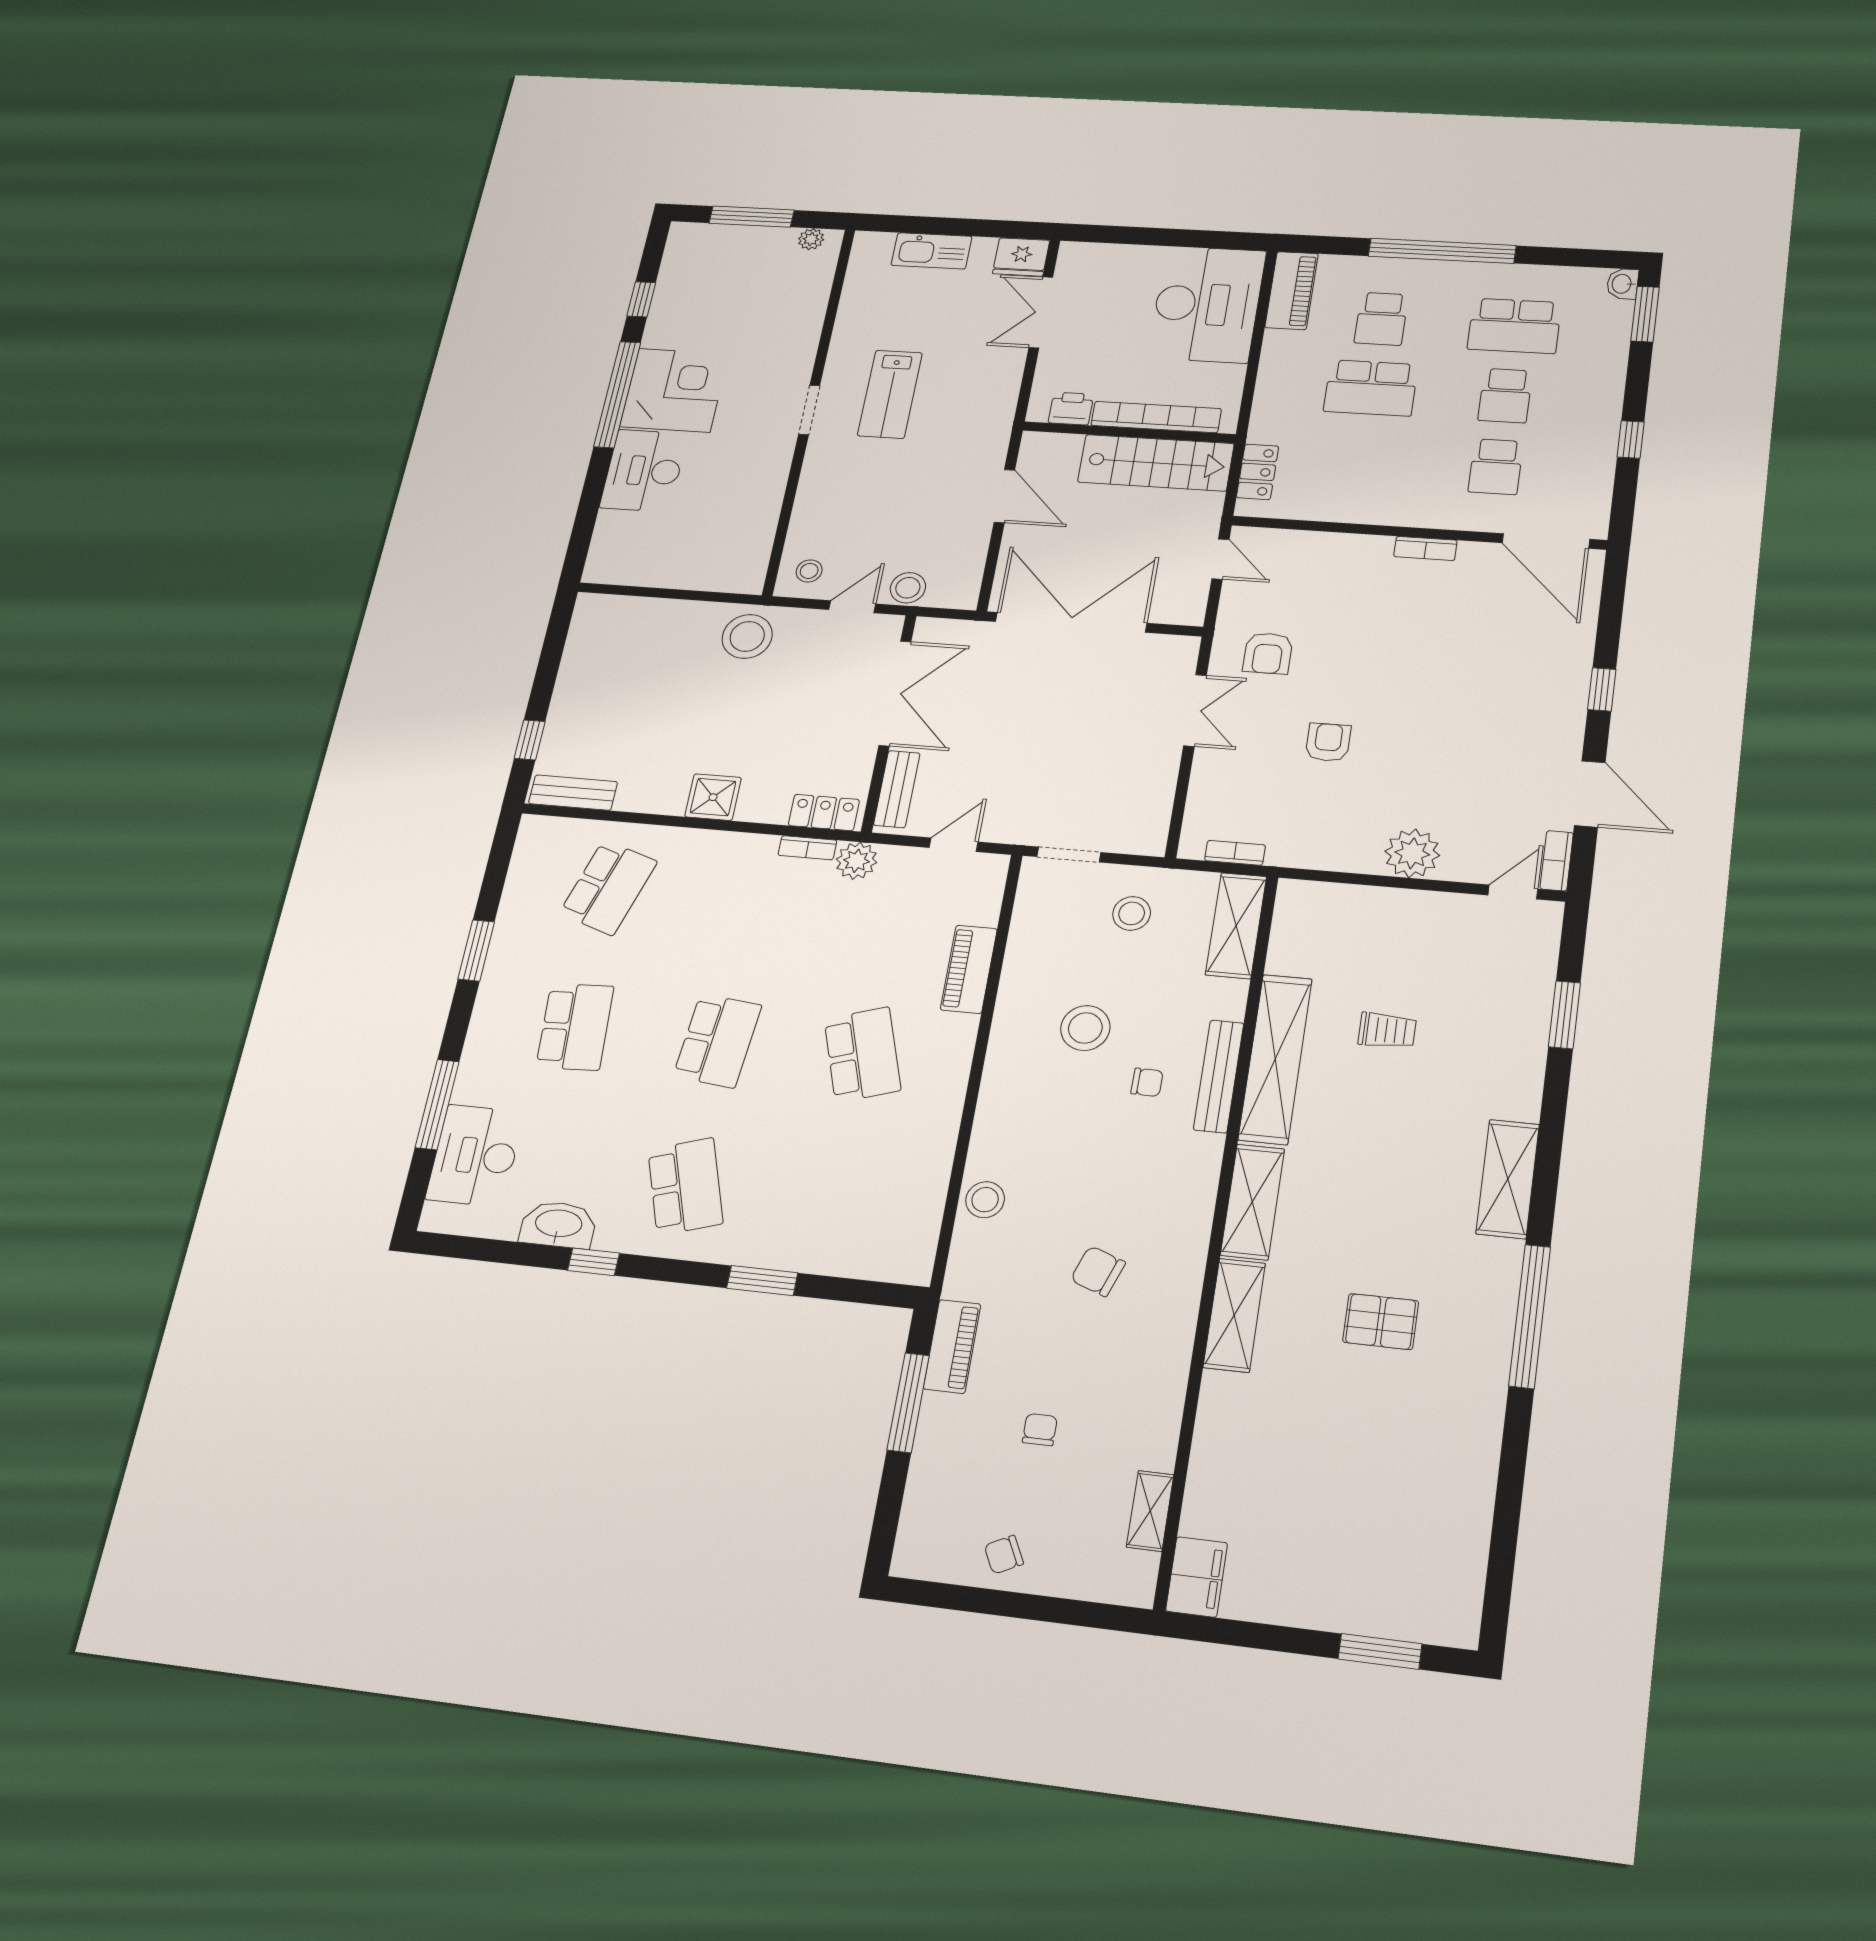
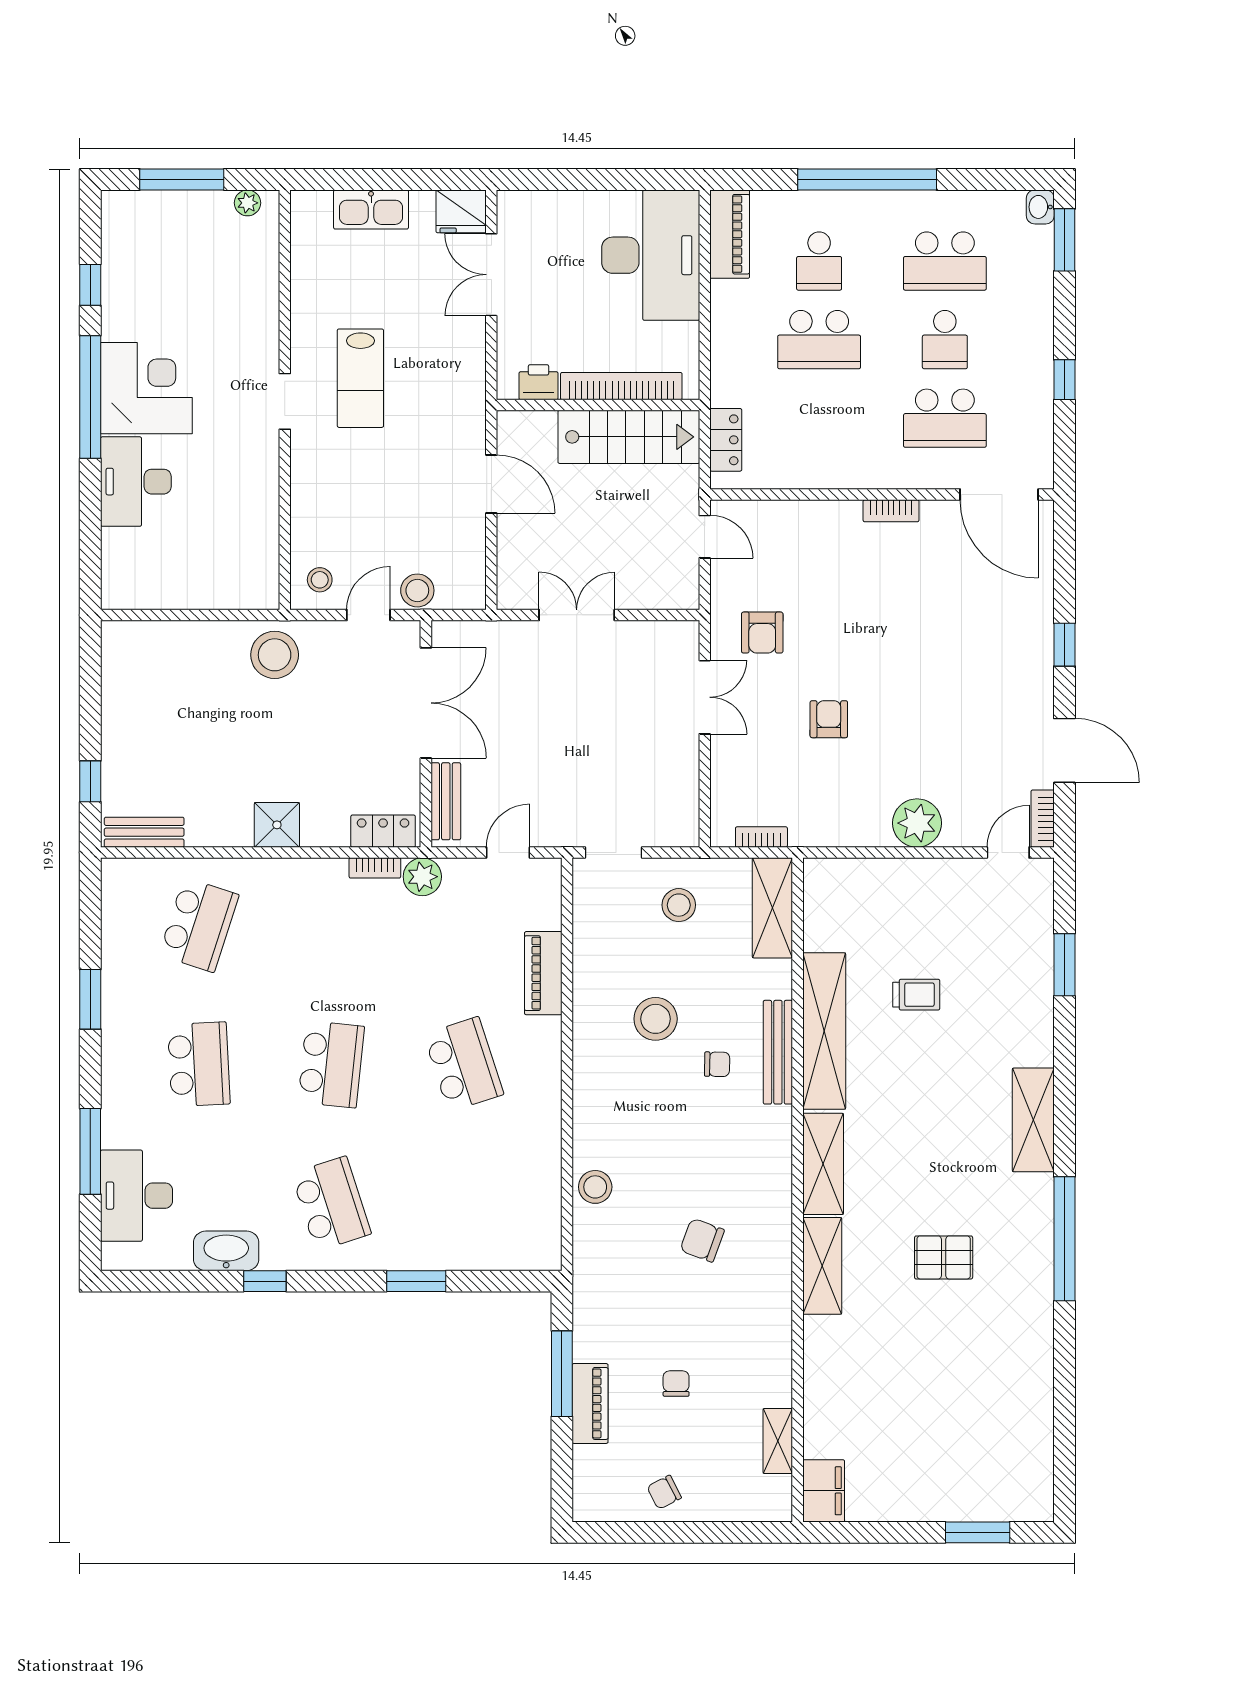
school desk: (1496, 467) -> (945, 418), width x1.85
double door: (1071, 622) -> (577, 615), width x0.54
piano: (952, 1346) -> (590, 1403), moved

